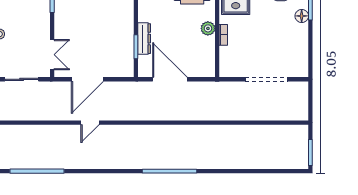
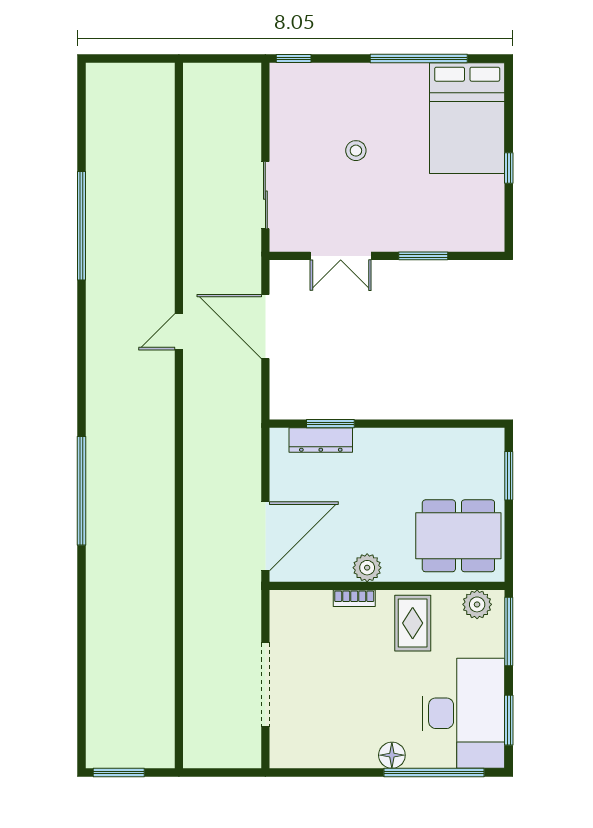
dresser: (144, 39) -> (321, 440), moved
double door: (52, 55) -> (341, 256), moved
door: (170, 79) -> (265, 536), moved
door: (90, 123) -> (179, 332), hinge flipped

